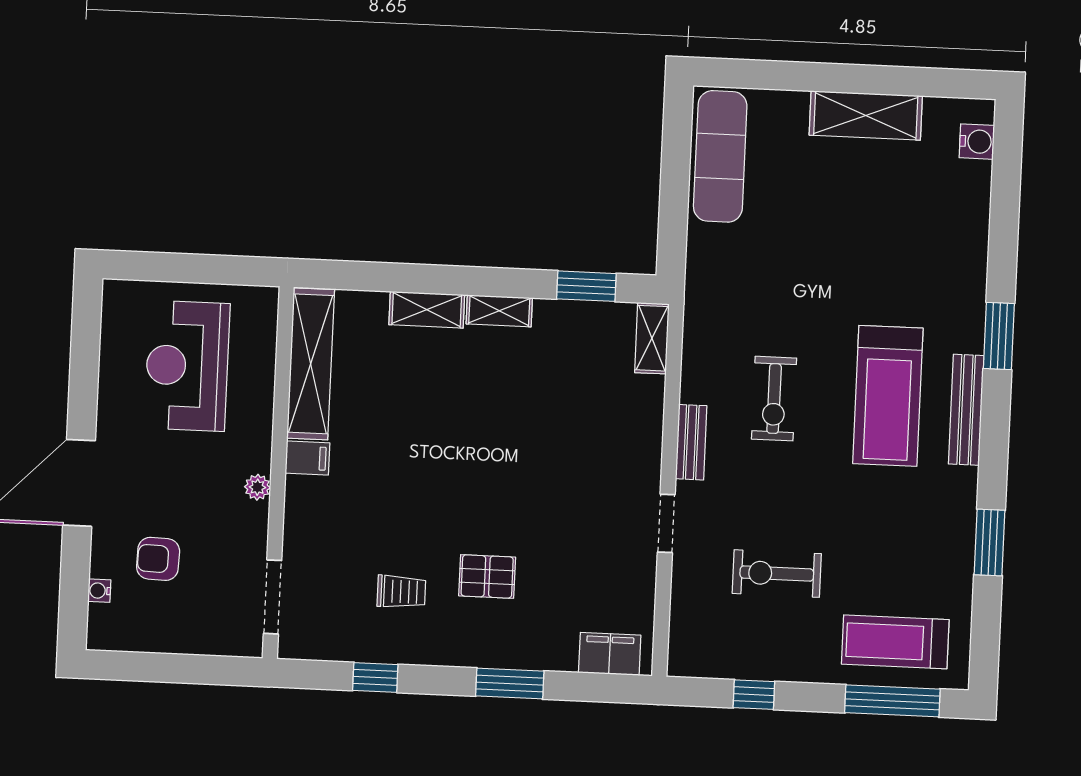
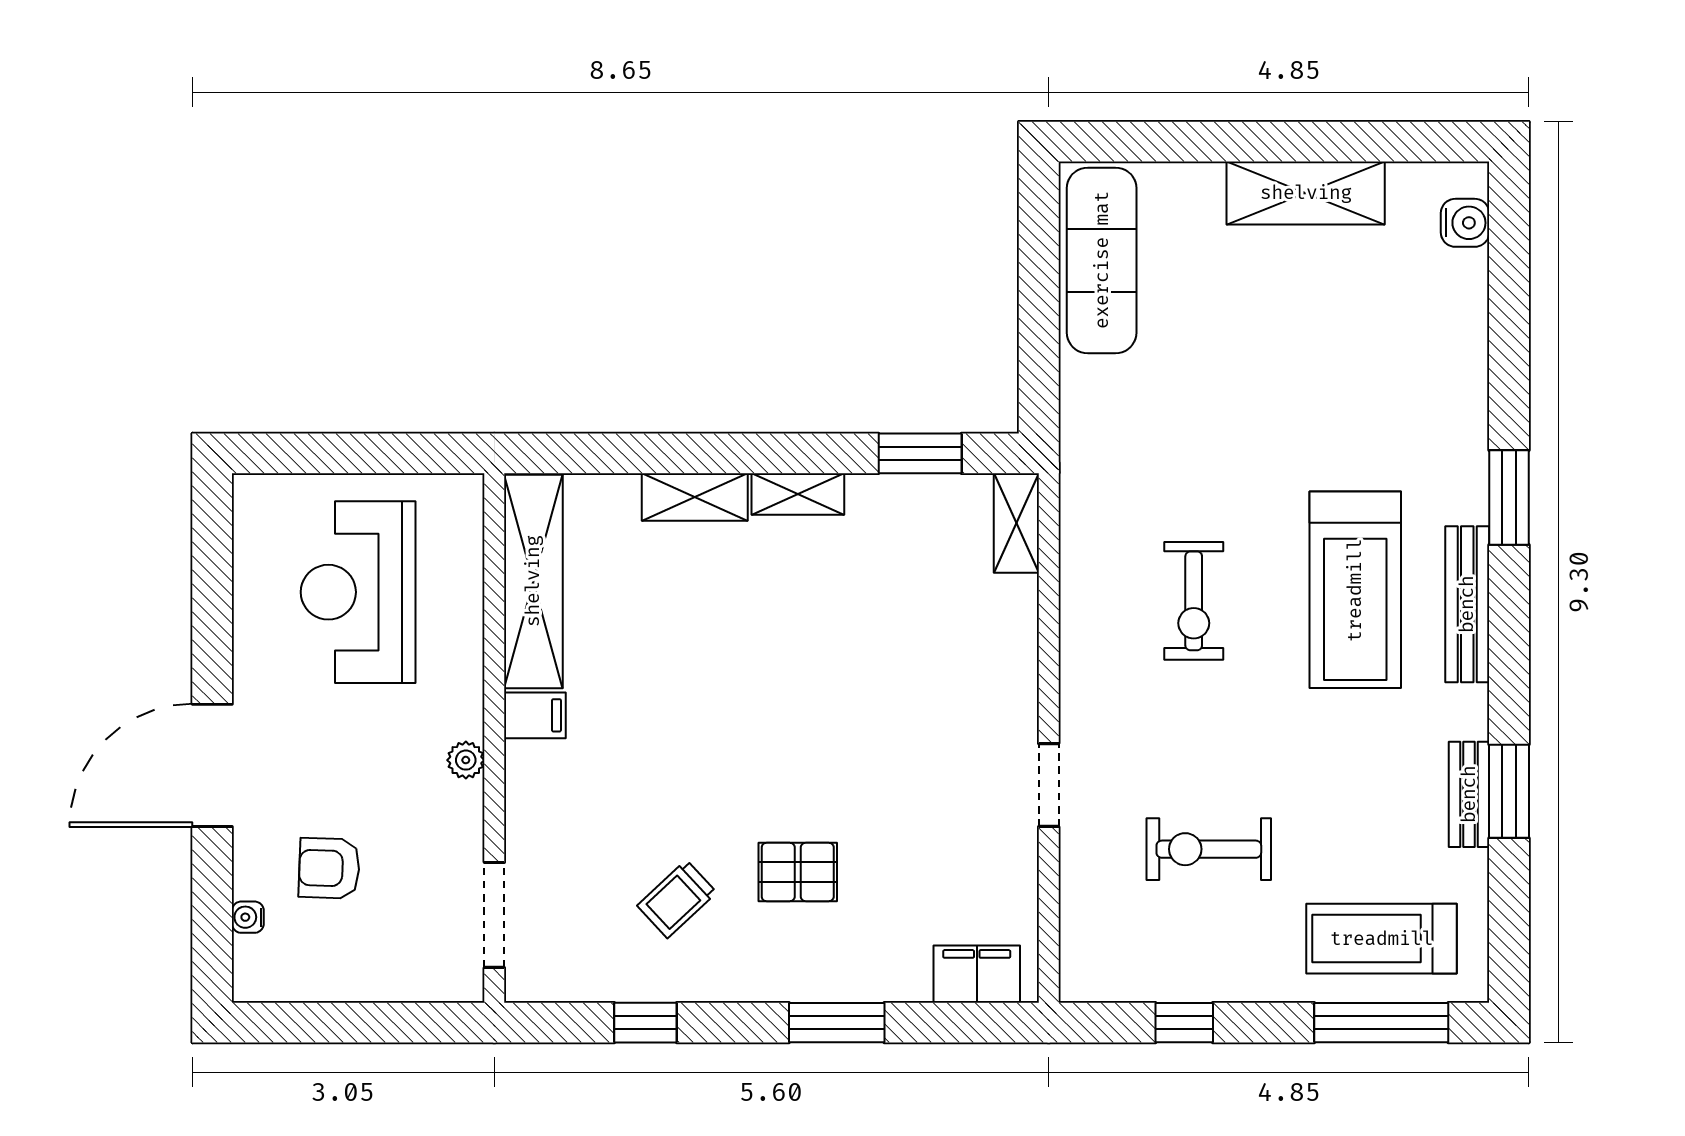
bench: (691, 442) -> (1469, 794), moved
trolley: (401, 592) -> (677, 899), turned 137

